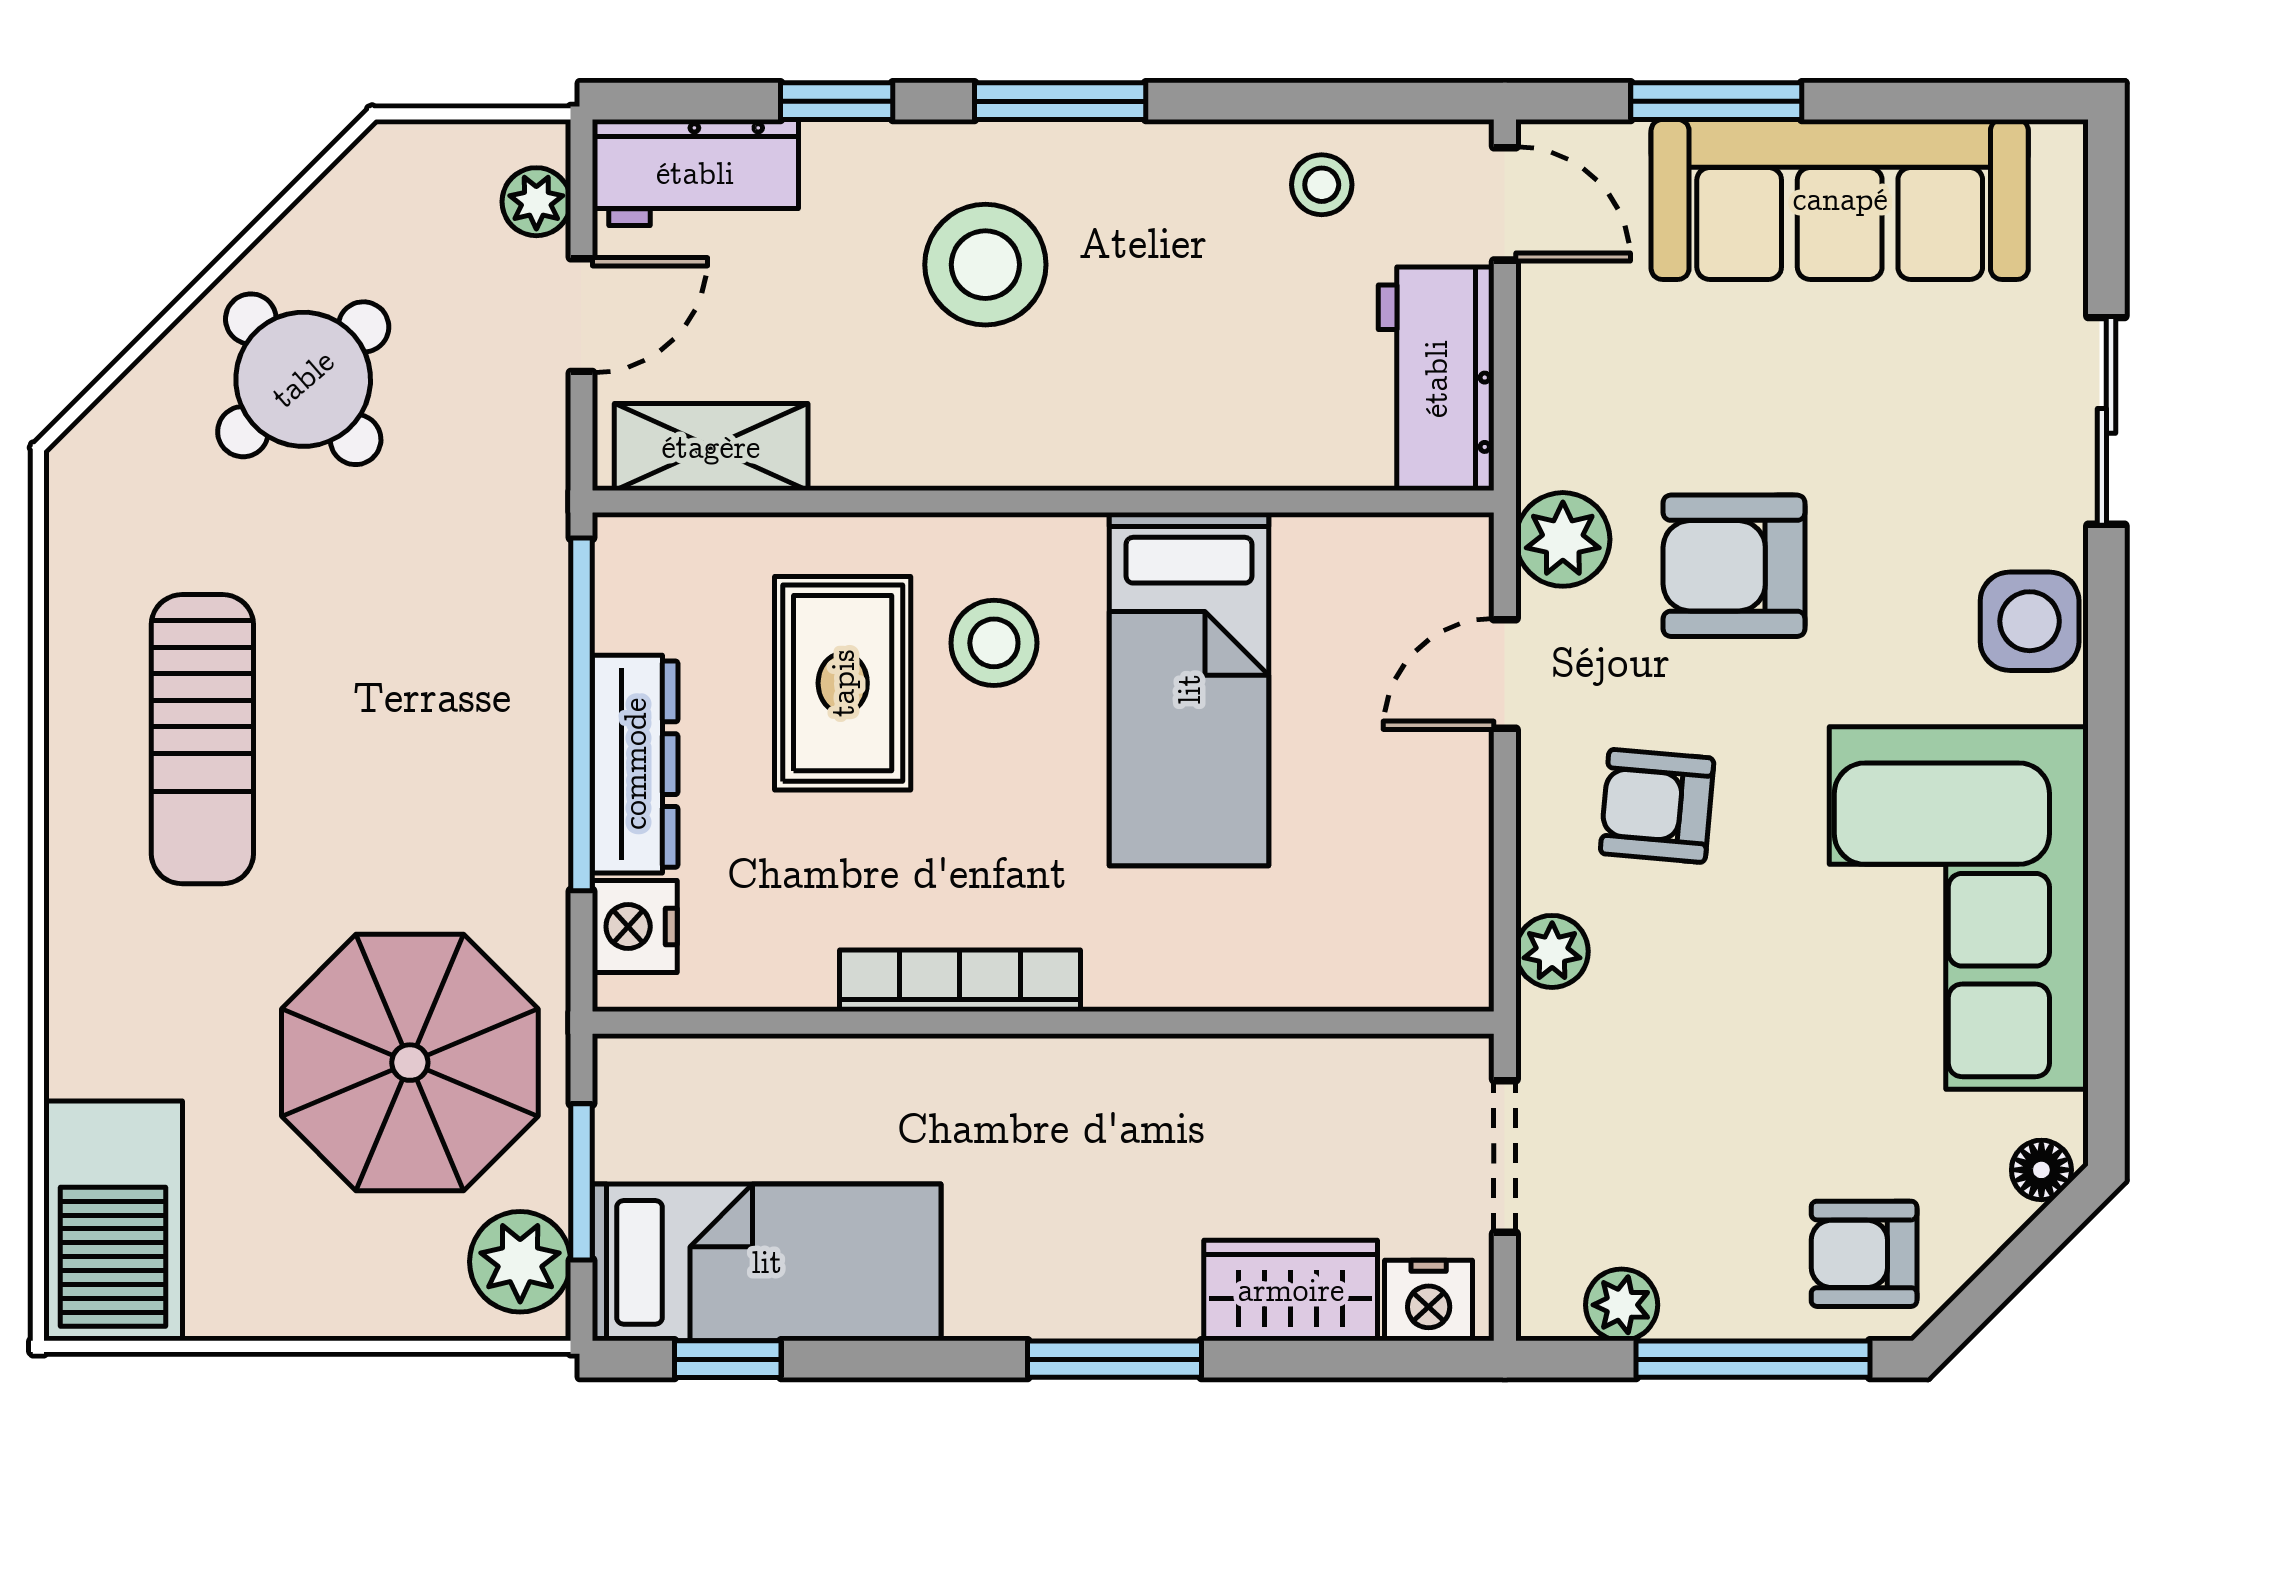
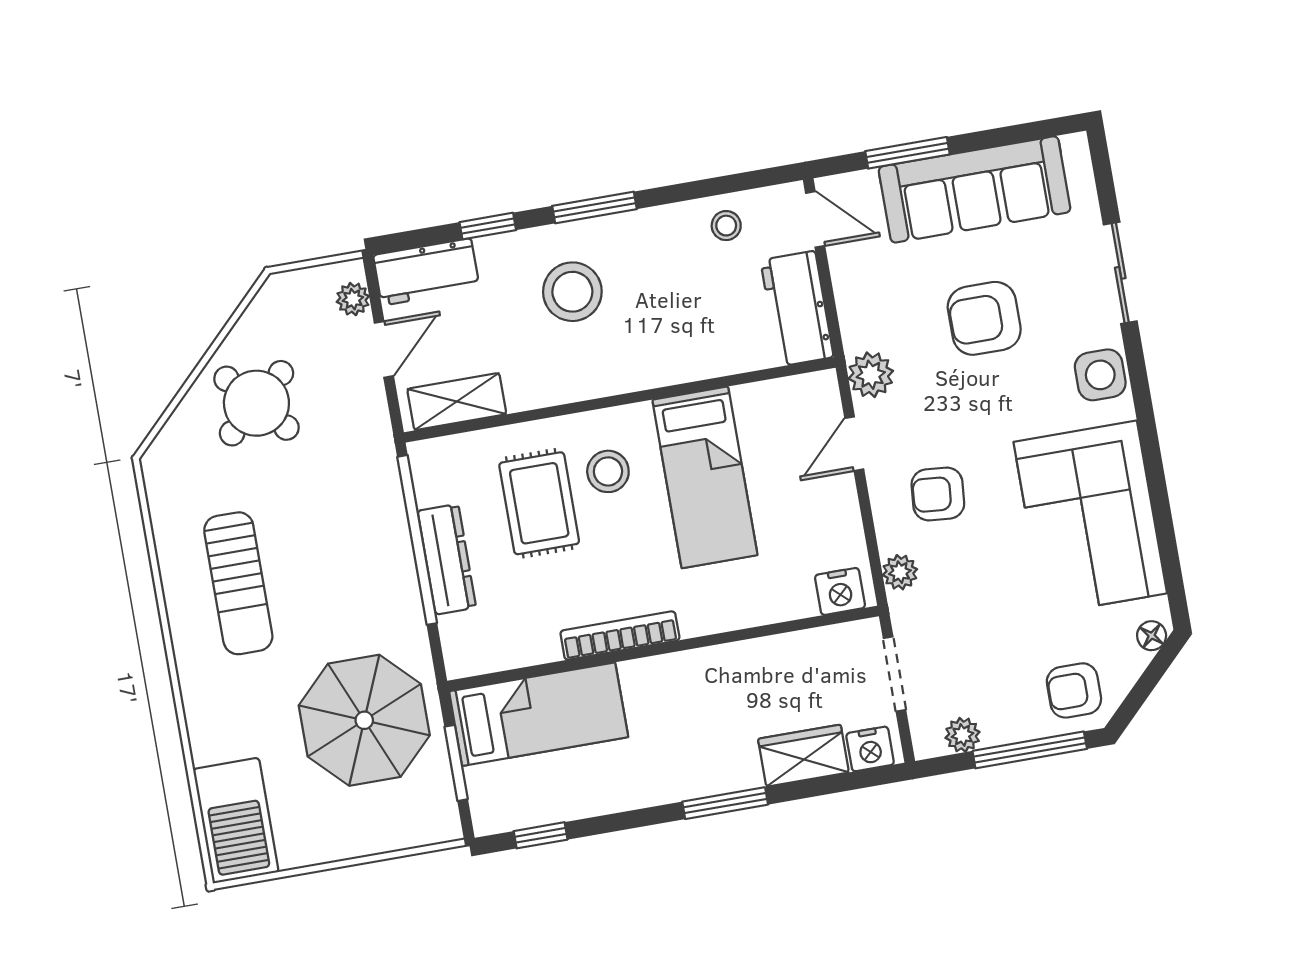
armchair: (1734, 566) -> (984, 318), moved
nightstand: (635, 927) -> (840, 591), moved, turned -90
plant: (520, 1262) -> (433, 806), removed
bed: (767, 1262) -> (539, 714), moved

